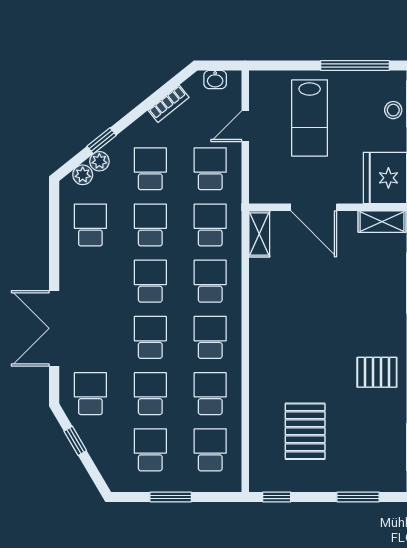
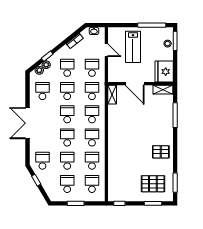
door: (245, 126) -> (106, 50), swing flipped
double door: (54, 328) -> (27, 123), moved
pallet: (305, 431) -> (153, 184), moved, turned 90

